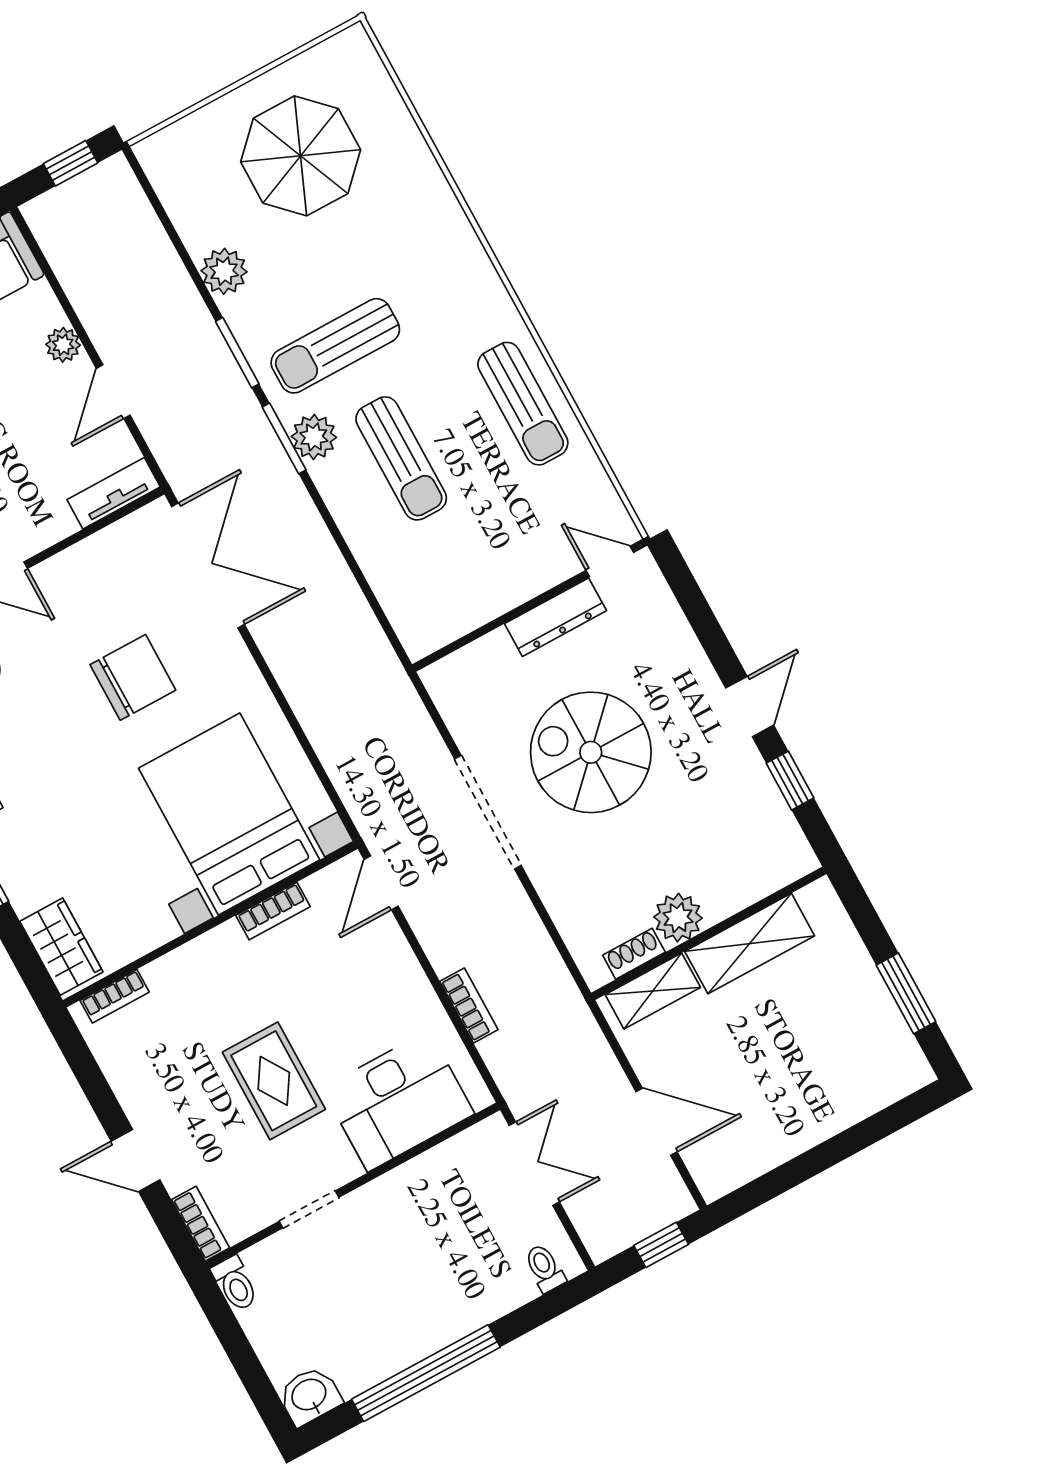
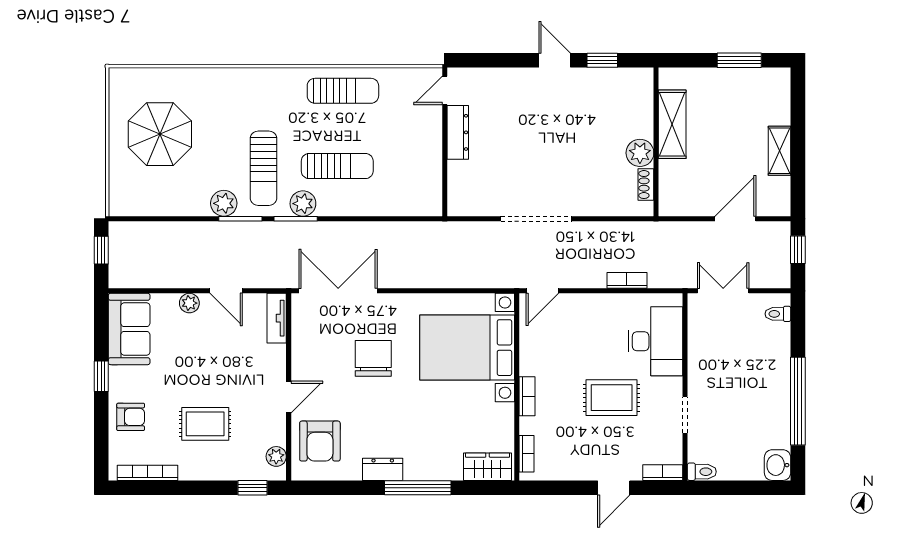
plant: (224, 271) -> (224, 203), moved
spiral stairs: (591, 752) -> (534, 151), removed
door: (381, 883) -> (542, 291), hinge flipped
bookcase: (273, 911) -> (527, 396), moved
shelving: (653, 991) -> (780, 151), moved

